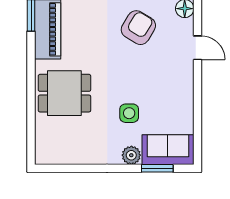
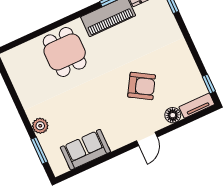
side table: (129, 113) -> (72, 109), removed
sofa: (168, 150) -> (85, 150), moved, turned -90

